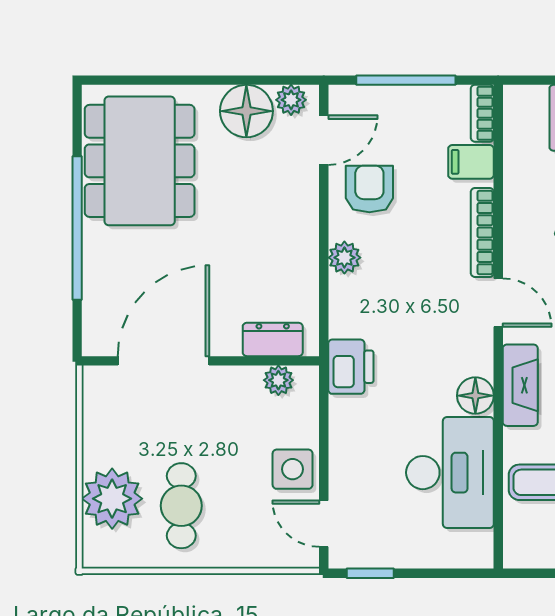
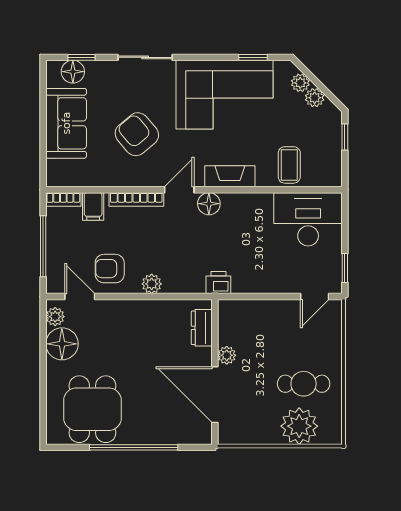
dining table: (140, 161) -> (92, 409), width x0.73
printer: (351, 367) -> (218, 283), width x0.73, depth x0.81
plant: (278, 380) -> (227, 355), moved
floor lamp: (475, 396) -> (209, 204), moved
side table: (293, 469) -> (281, 316), removed
desk: (450, 473) -> (308, 219), moved

